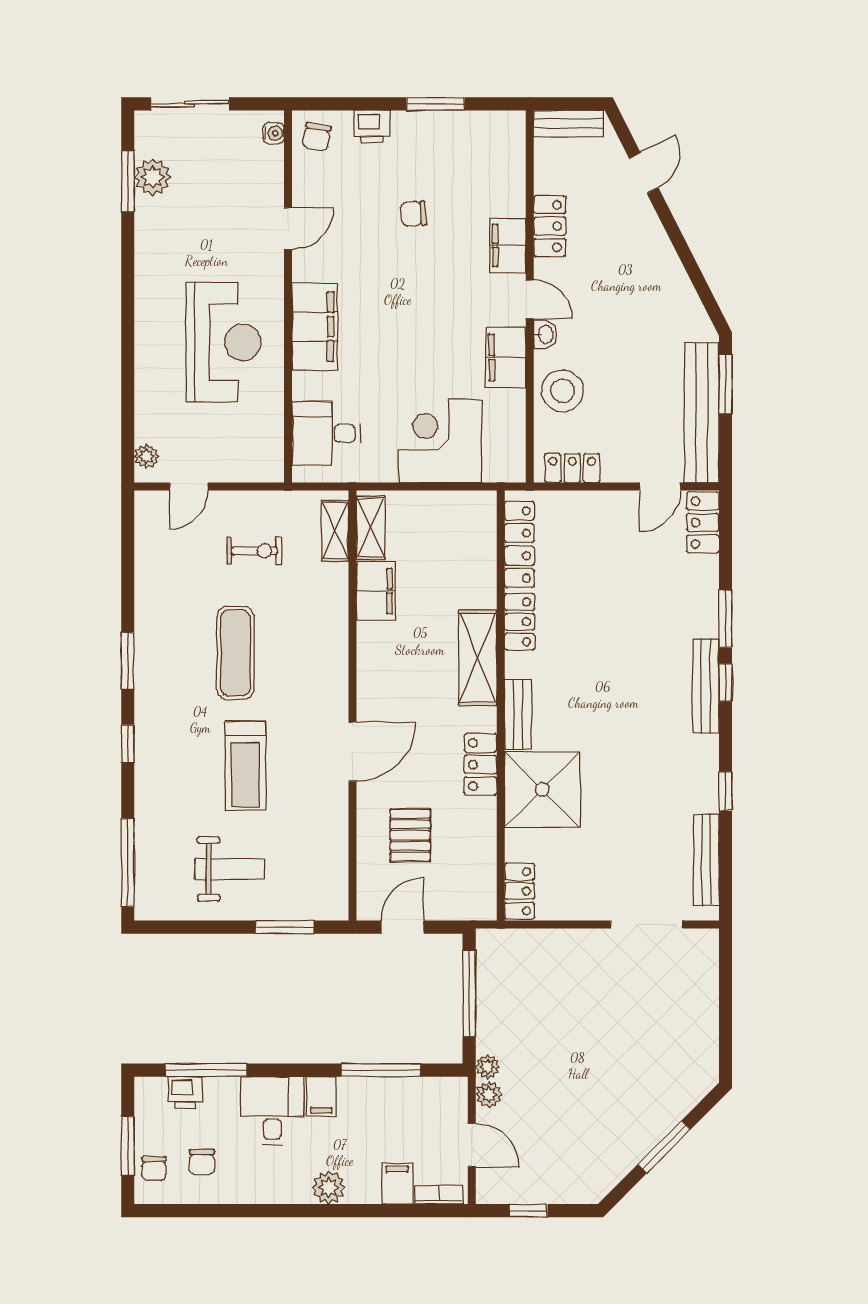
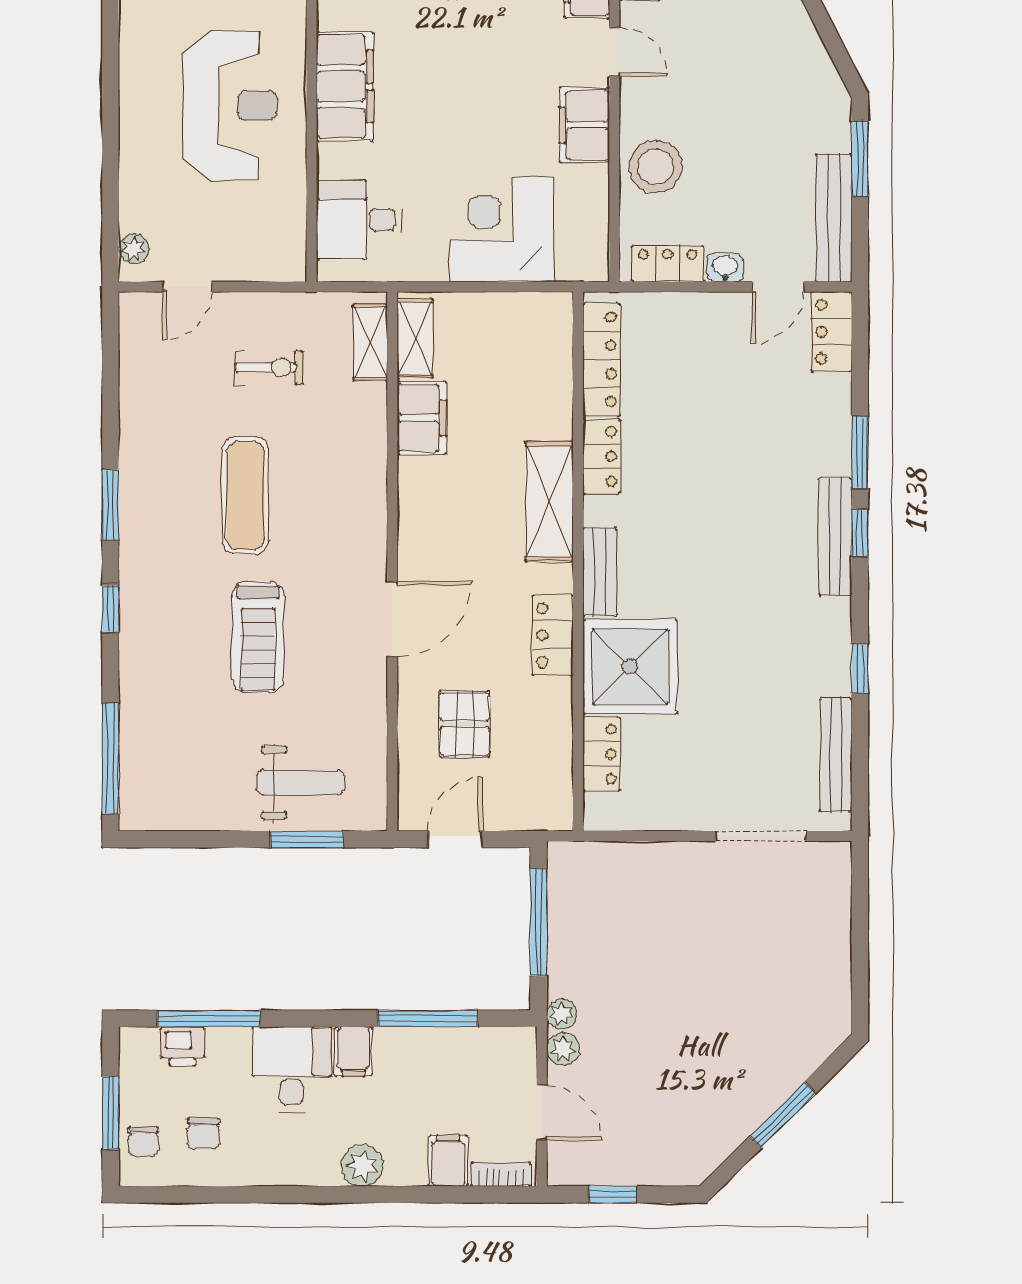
washbasin: (545, 334) -> (725, 267), moved, turned -90
bench: (702, 413) -> (834, 218), width x0.73, depth x0.82
weight bench: (230, 869) -> (301, 783), moved
locker: (519, 891) -> (602, 754), moved

